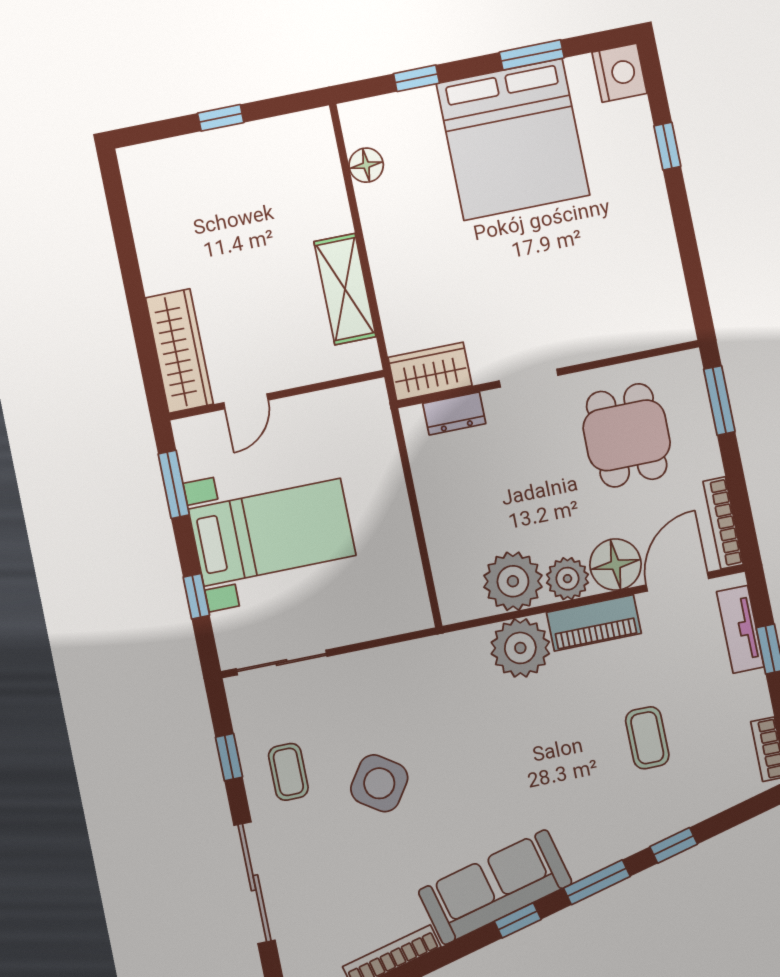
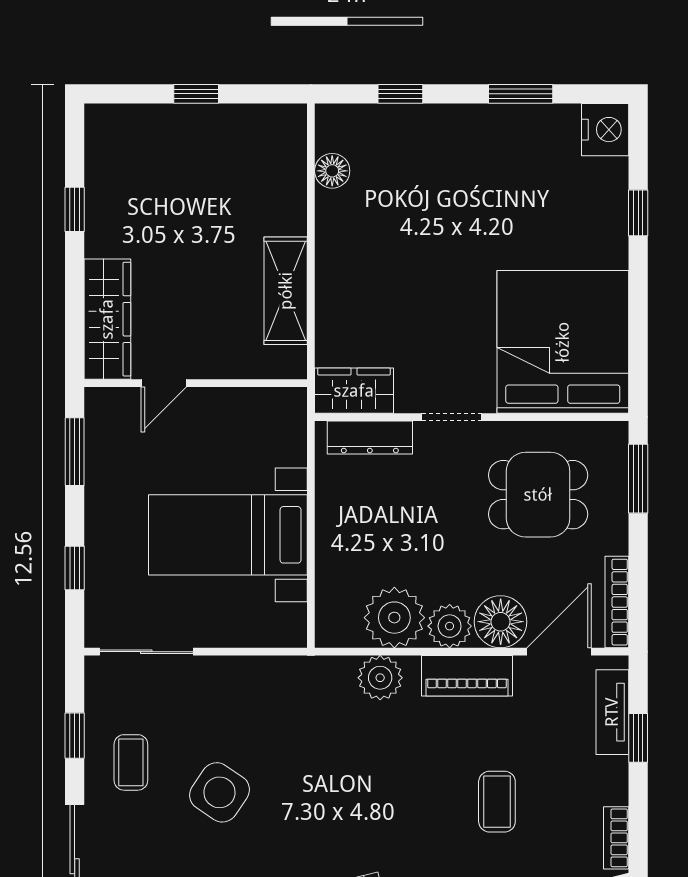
bed: (513, 139) -> (563, 342), moved, turned 180
window: (127, 252) -> (75, 209), added
dresser: (454, 413) -> (370, 438), width x1.44
dining table: (627, 435) -> (538, 495), turned 90
bed with nightstands: (272, 532) -> (228, 535), moved, turned 180
plant: (520, 648) -> (380, 678), width x0.73, depth x0.73

